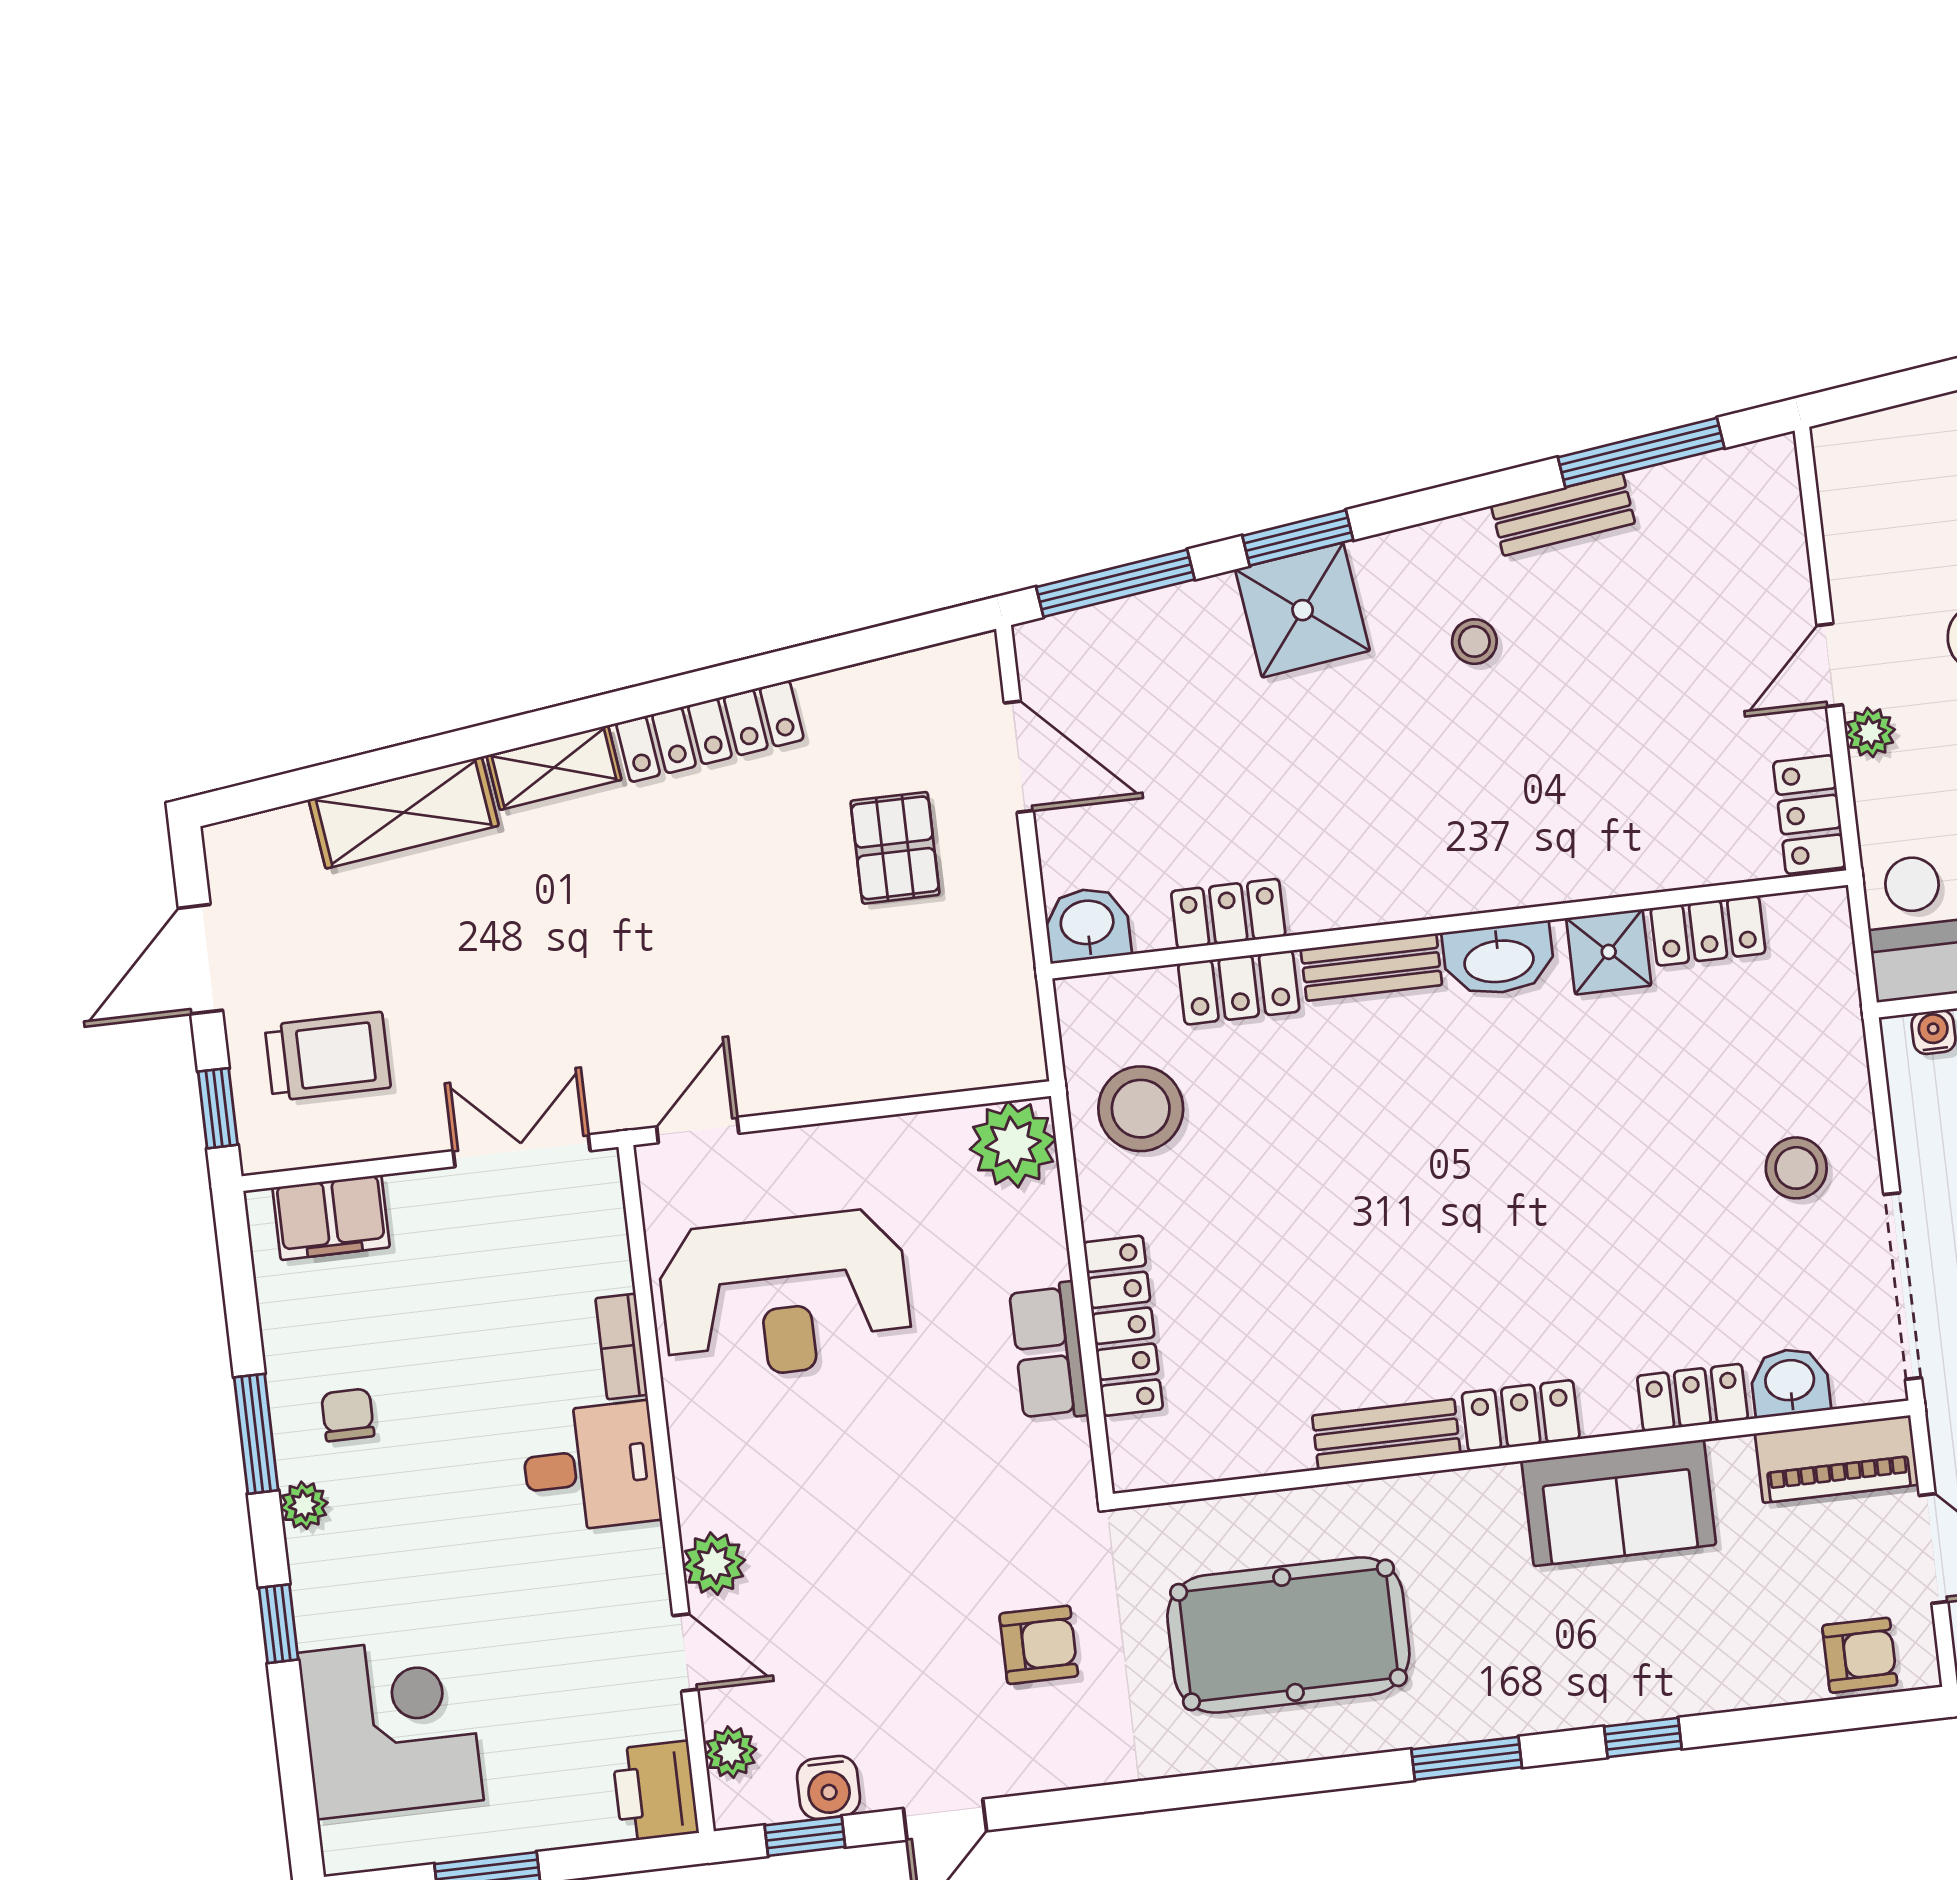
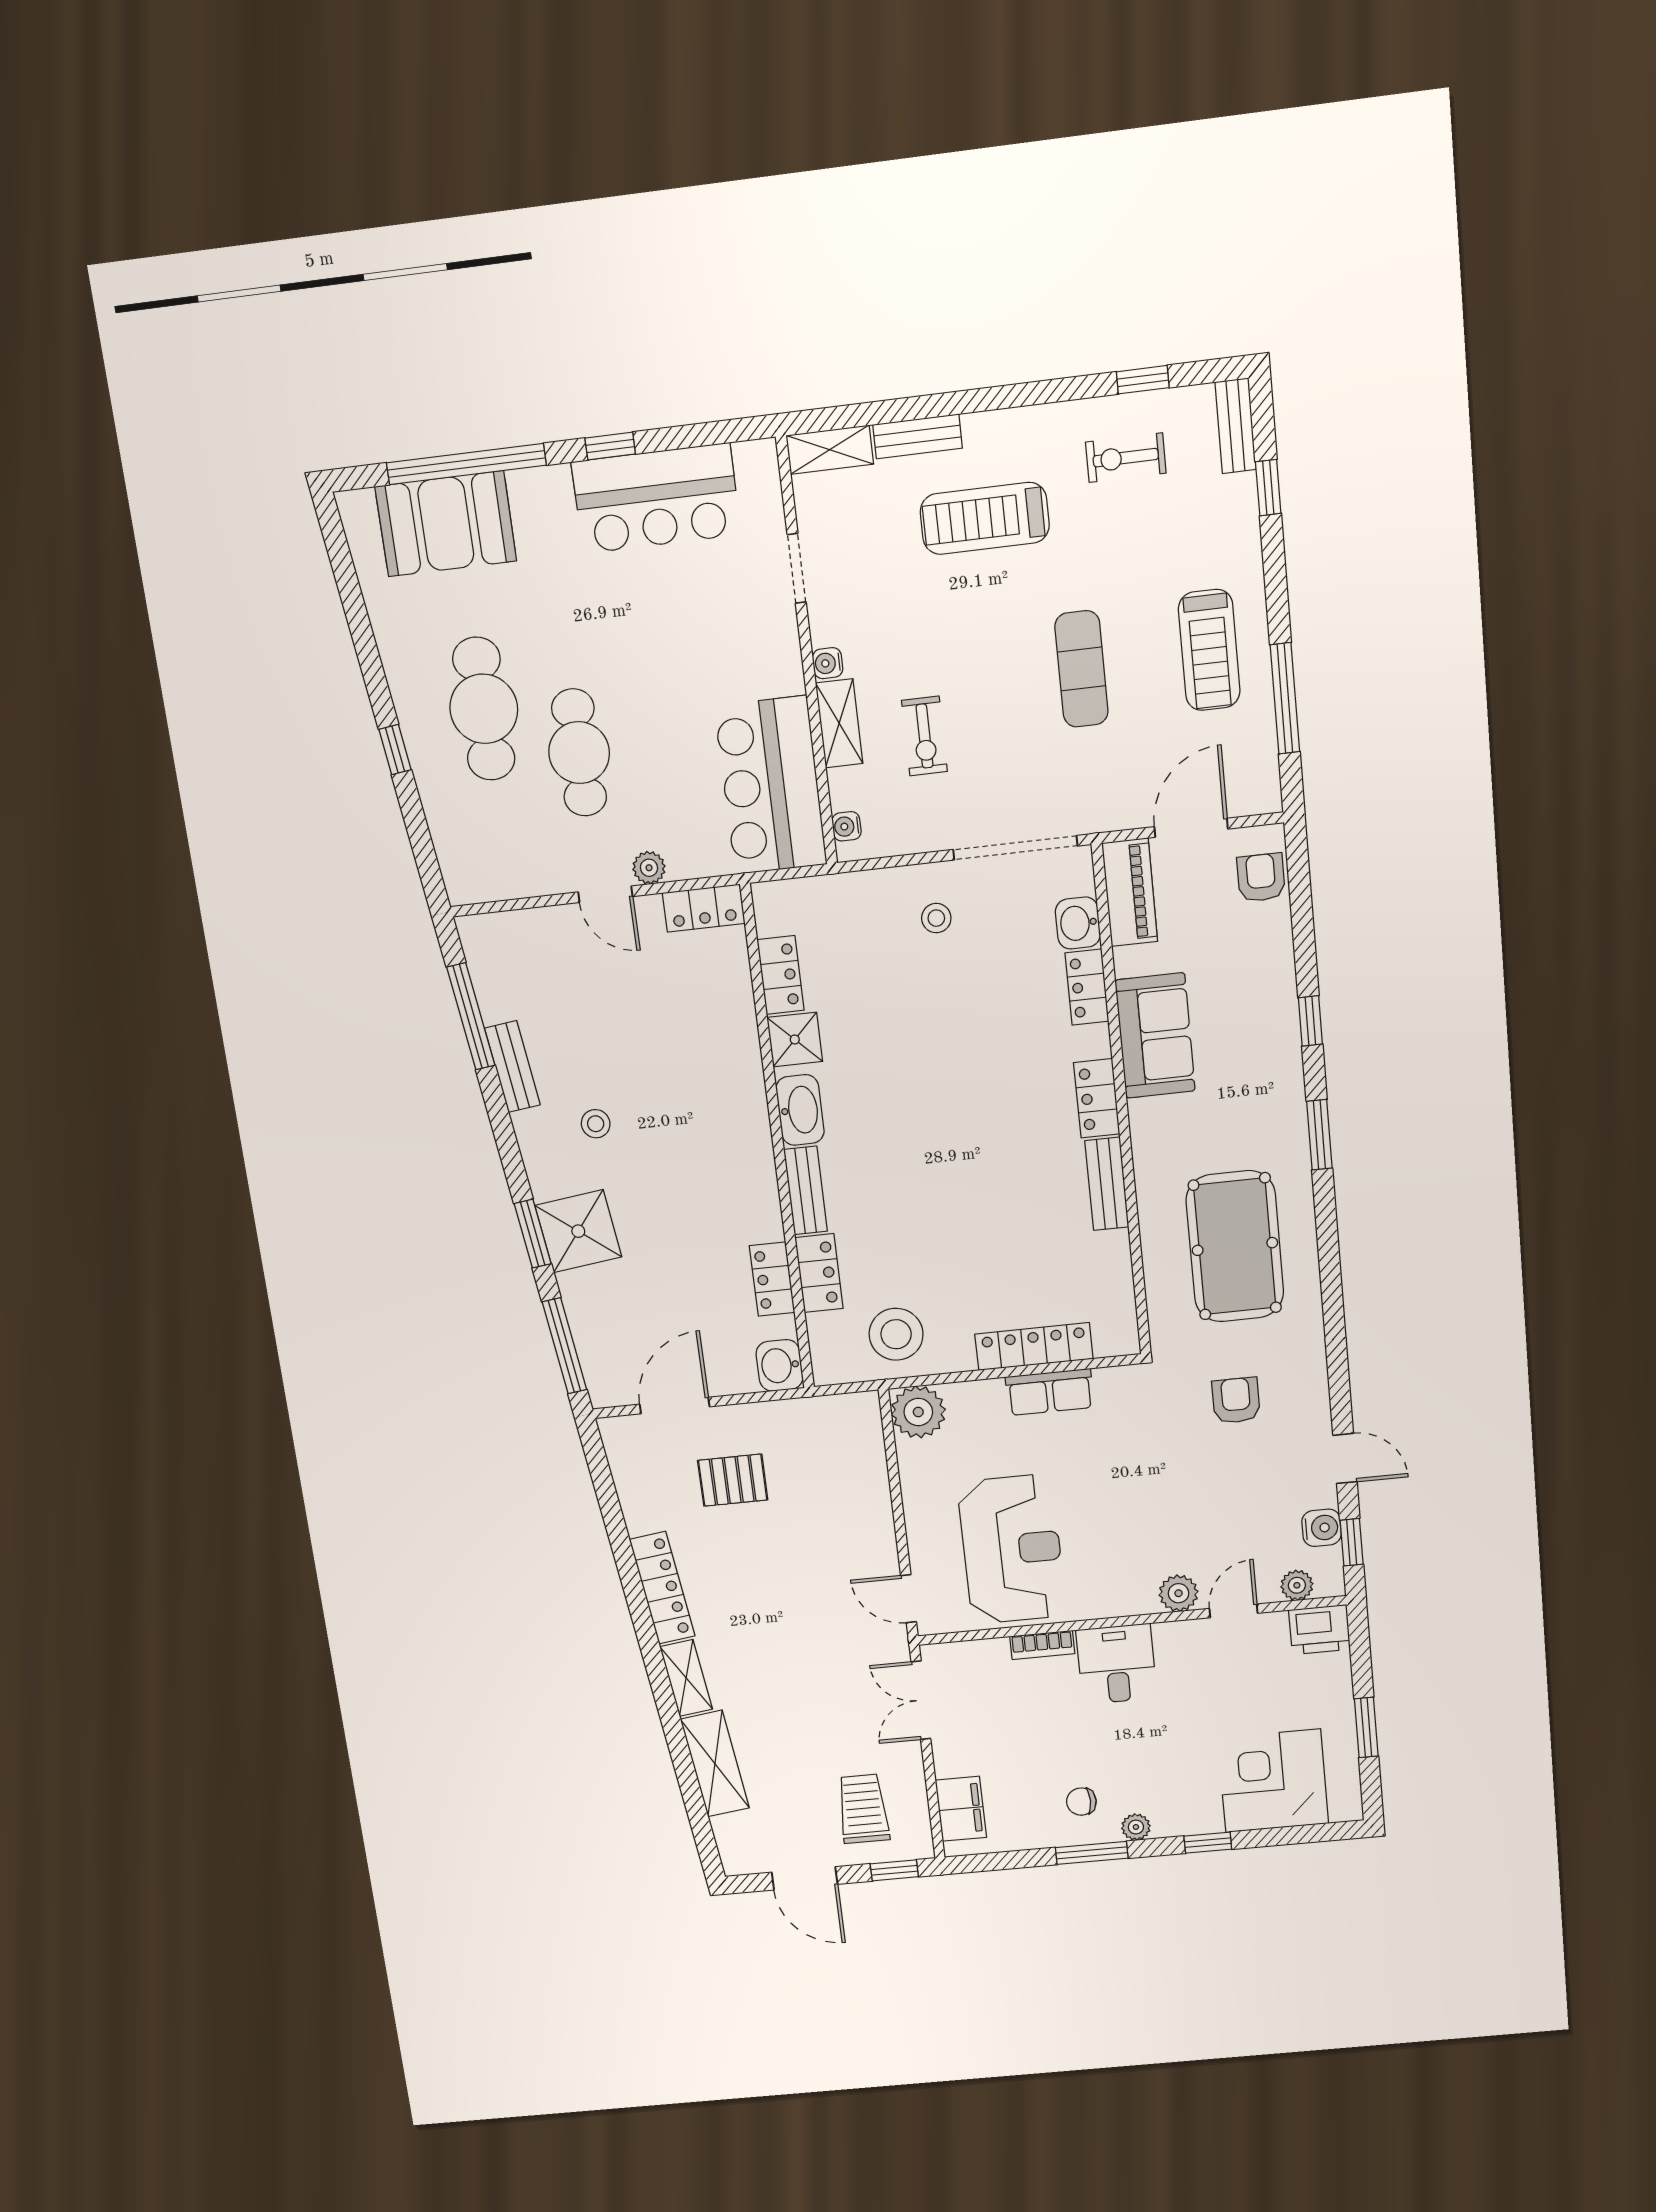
stool: (1796, 1168) -> (936, 918), width x0.73, depth x0.73

